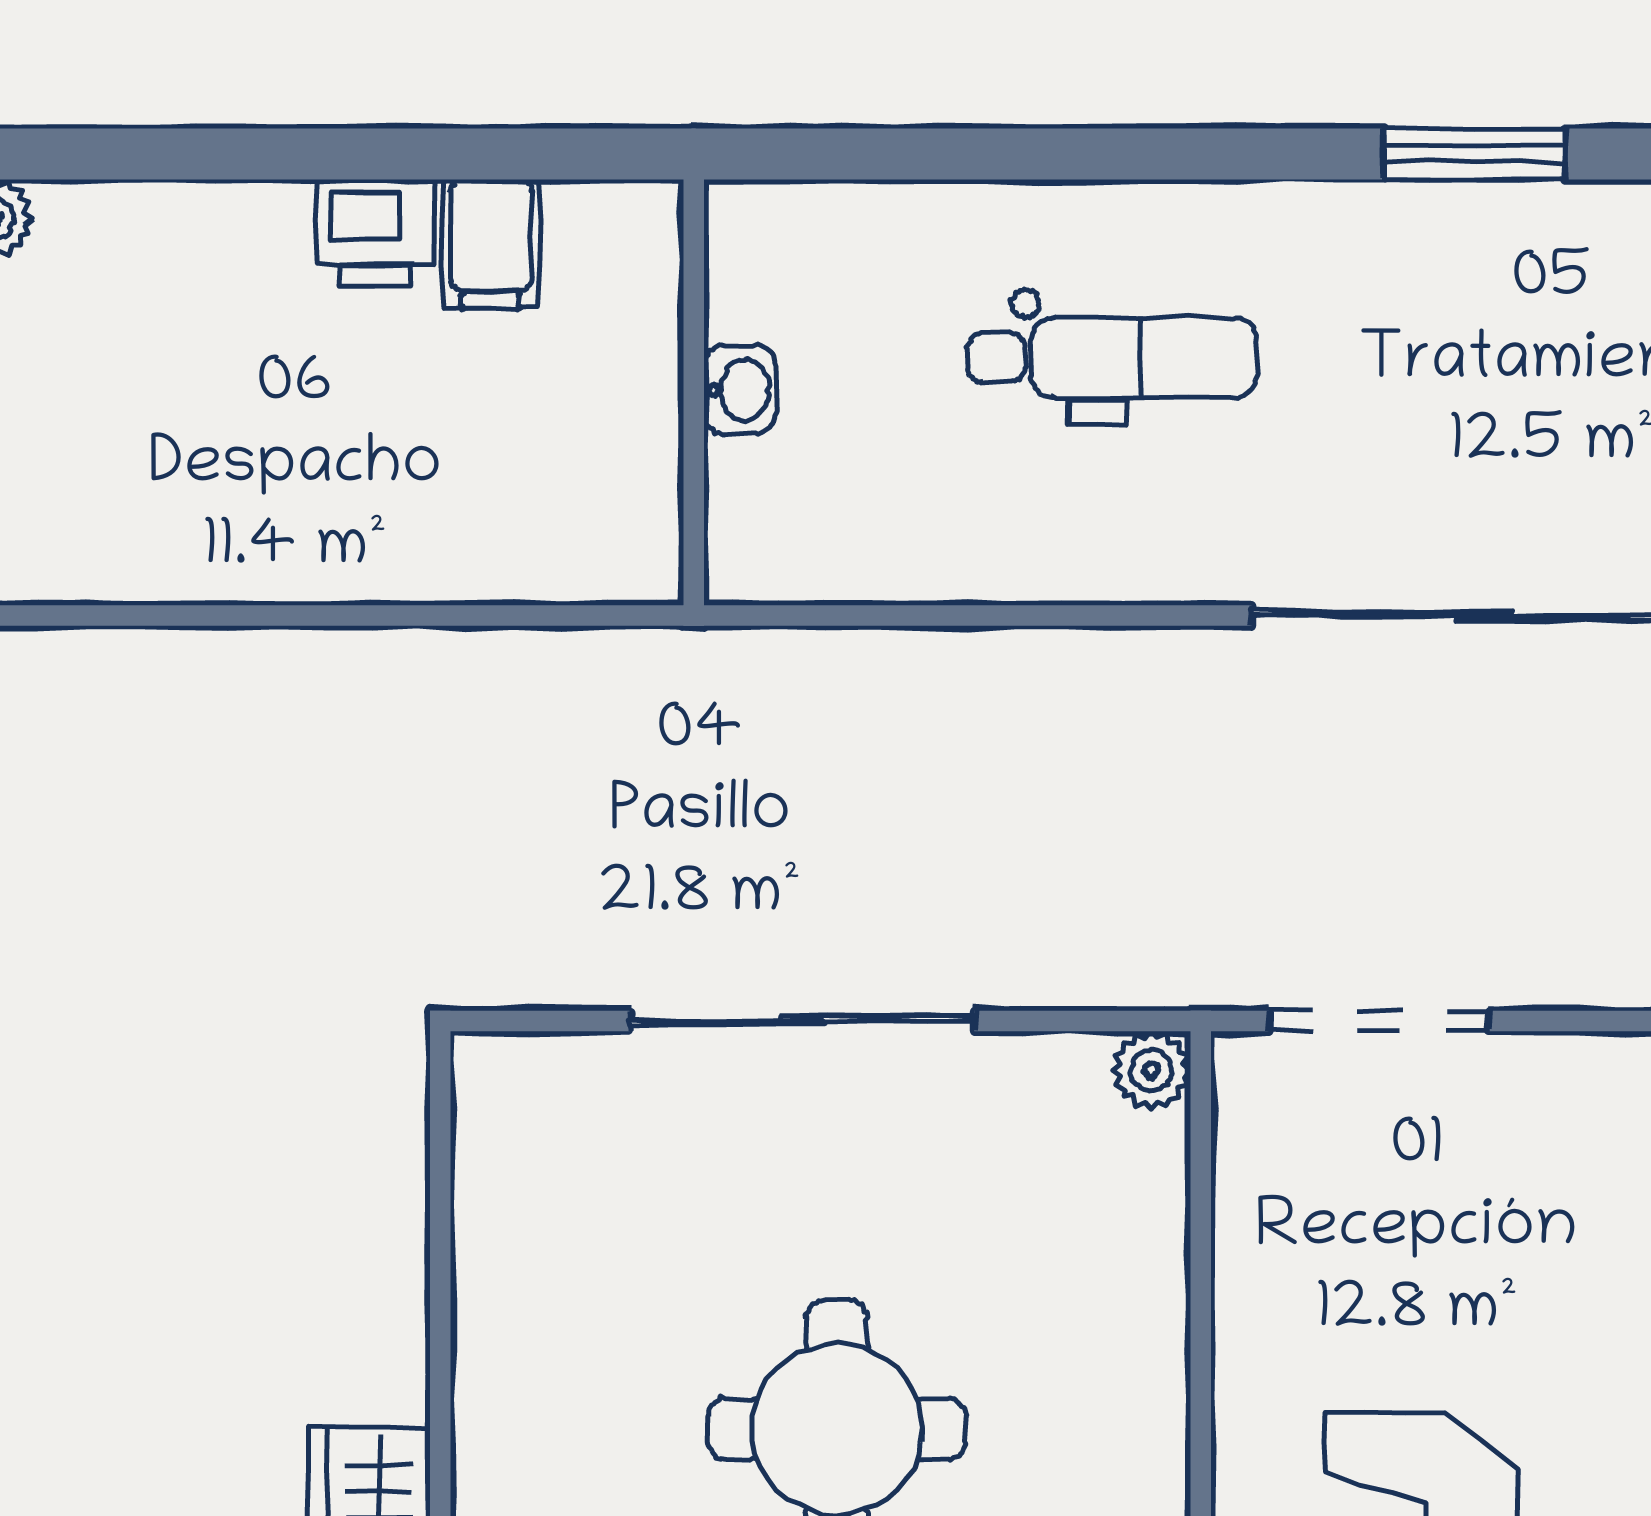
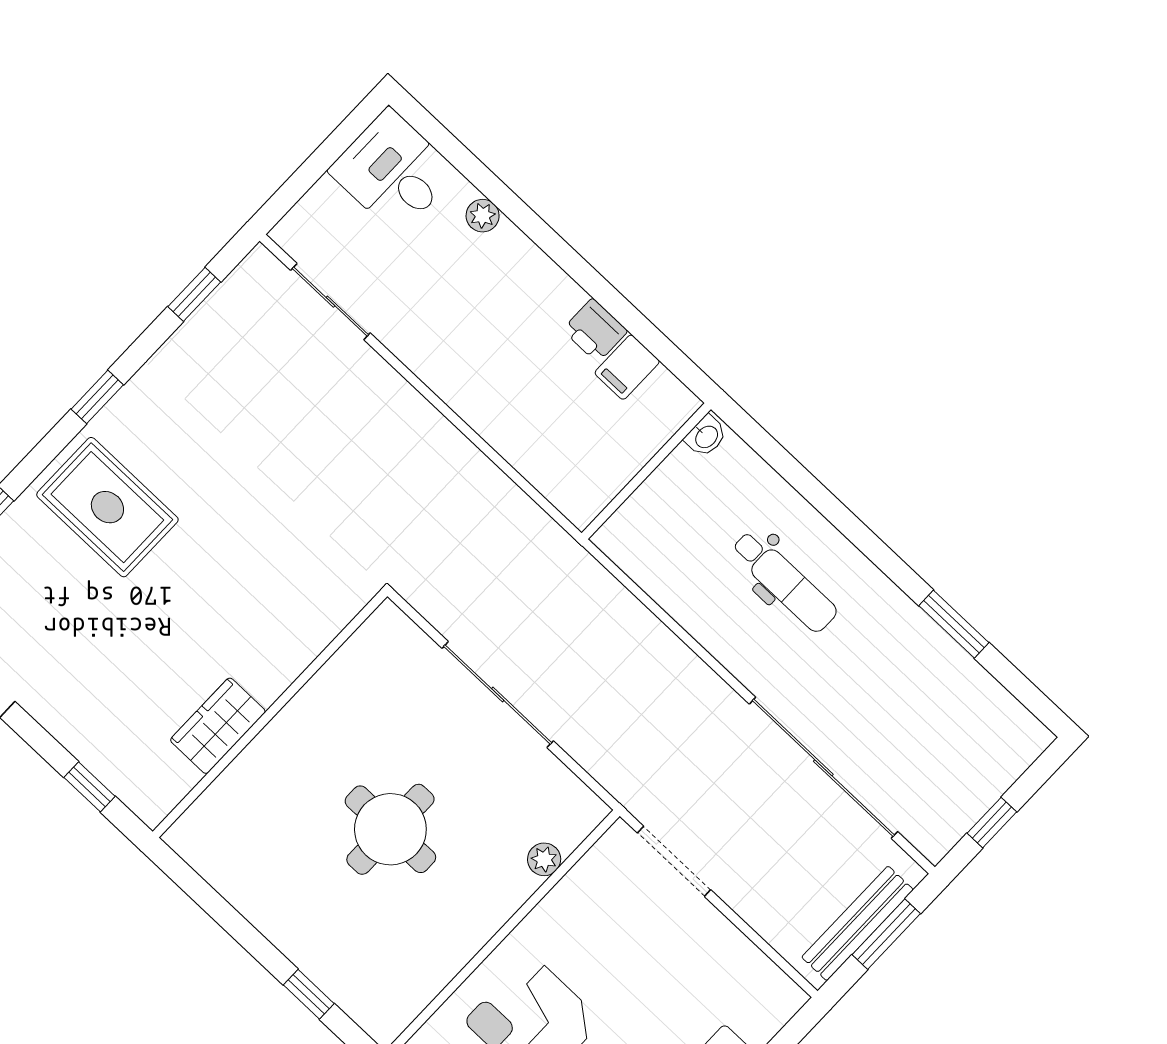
washbasin: (740, 389) -> (706, 436), moved
plant: (1151, 1070) -> (544, 859), moved

